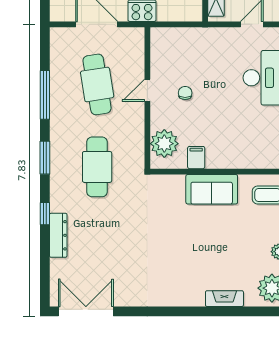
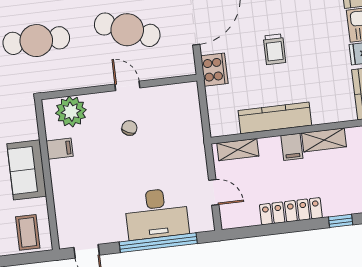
cafe table: (97, 84) -> (127, 30), turned 30
chair: (185, 93) -> (129, 128), turned -66

